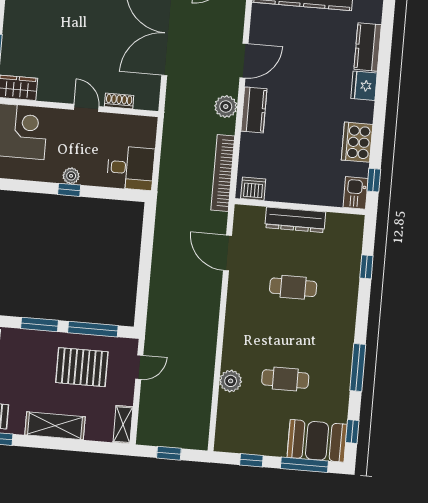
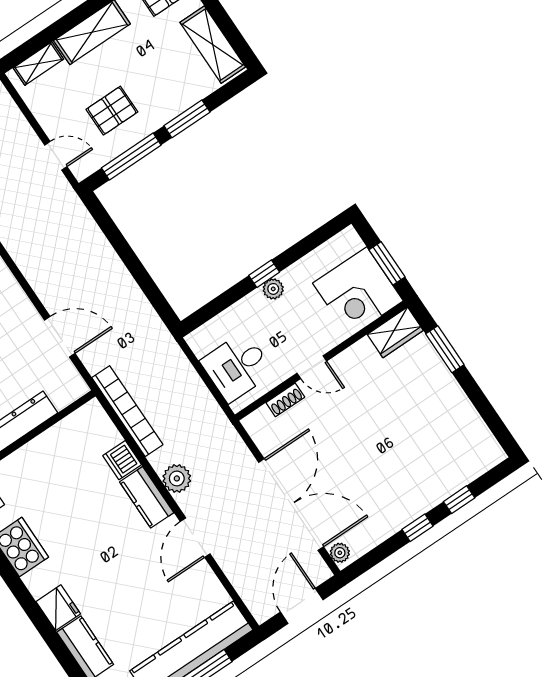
desk: (131, 168) -> (237, 367), moved
dishwasher: (253, 189) -> (122, 460), moved, turned 90
pallet: (82, 367) -> (112, 111), width x0.67, depth x0.71
door: (139, 367) -> (56, 156), swing flipped
shelving: (123, 425) -> (38, 63), moved, turned 90

